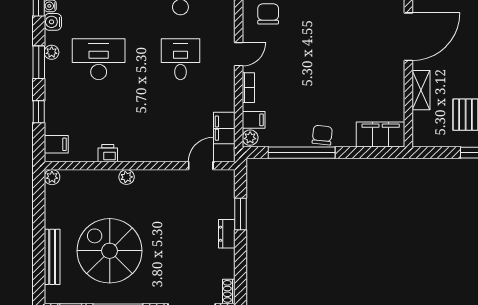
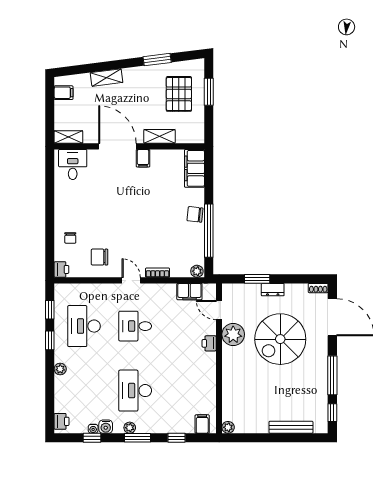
filing cabinet: (254, 120) -> (143, 158), moved, turned 180
printer: (108, 153) -> (209, 343), moved
plant: (127, 177) -> (233, 334), moved, width x1.88, depth x1.88
spiral stairs: (110, 251) -> (280, 339), moved

